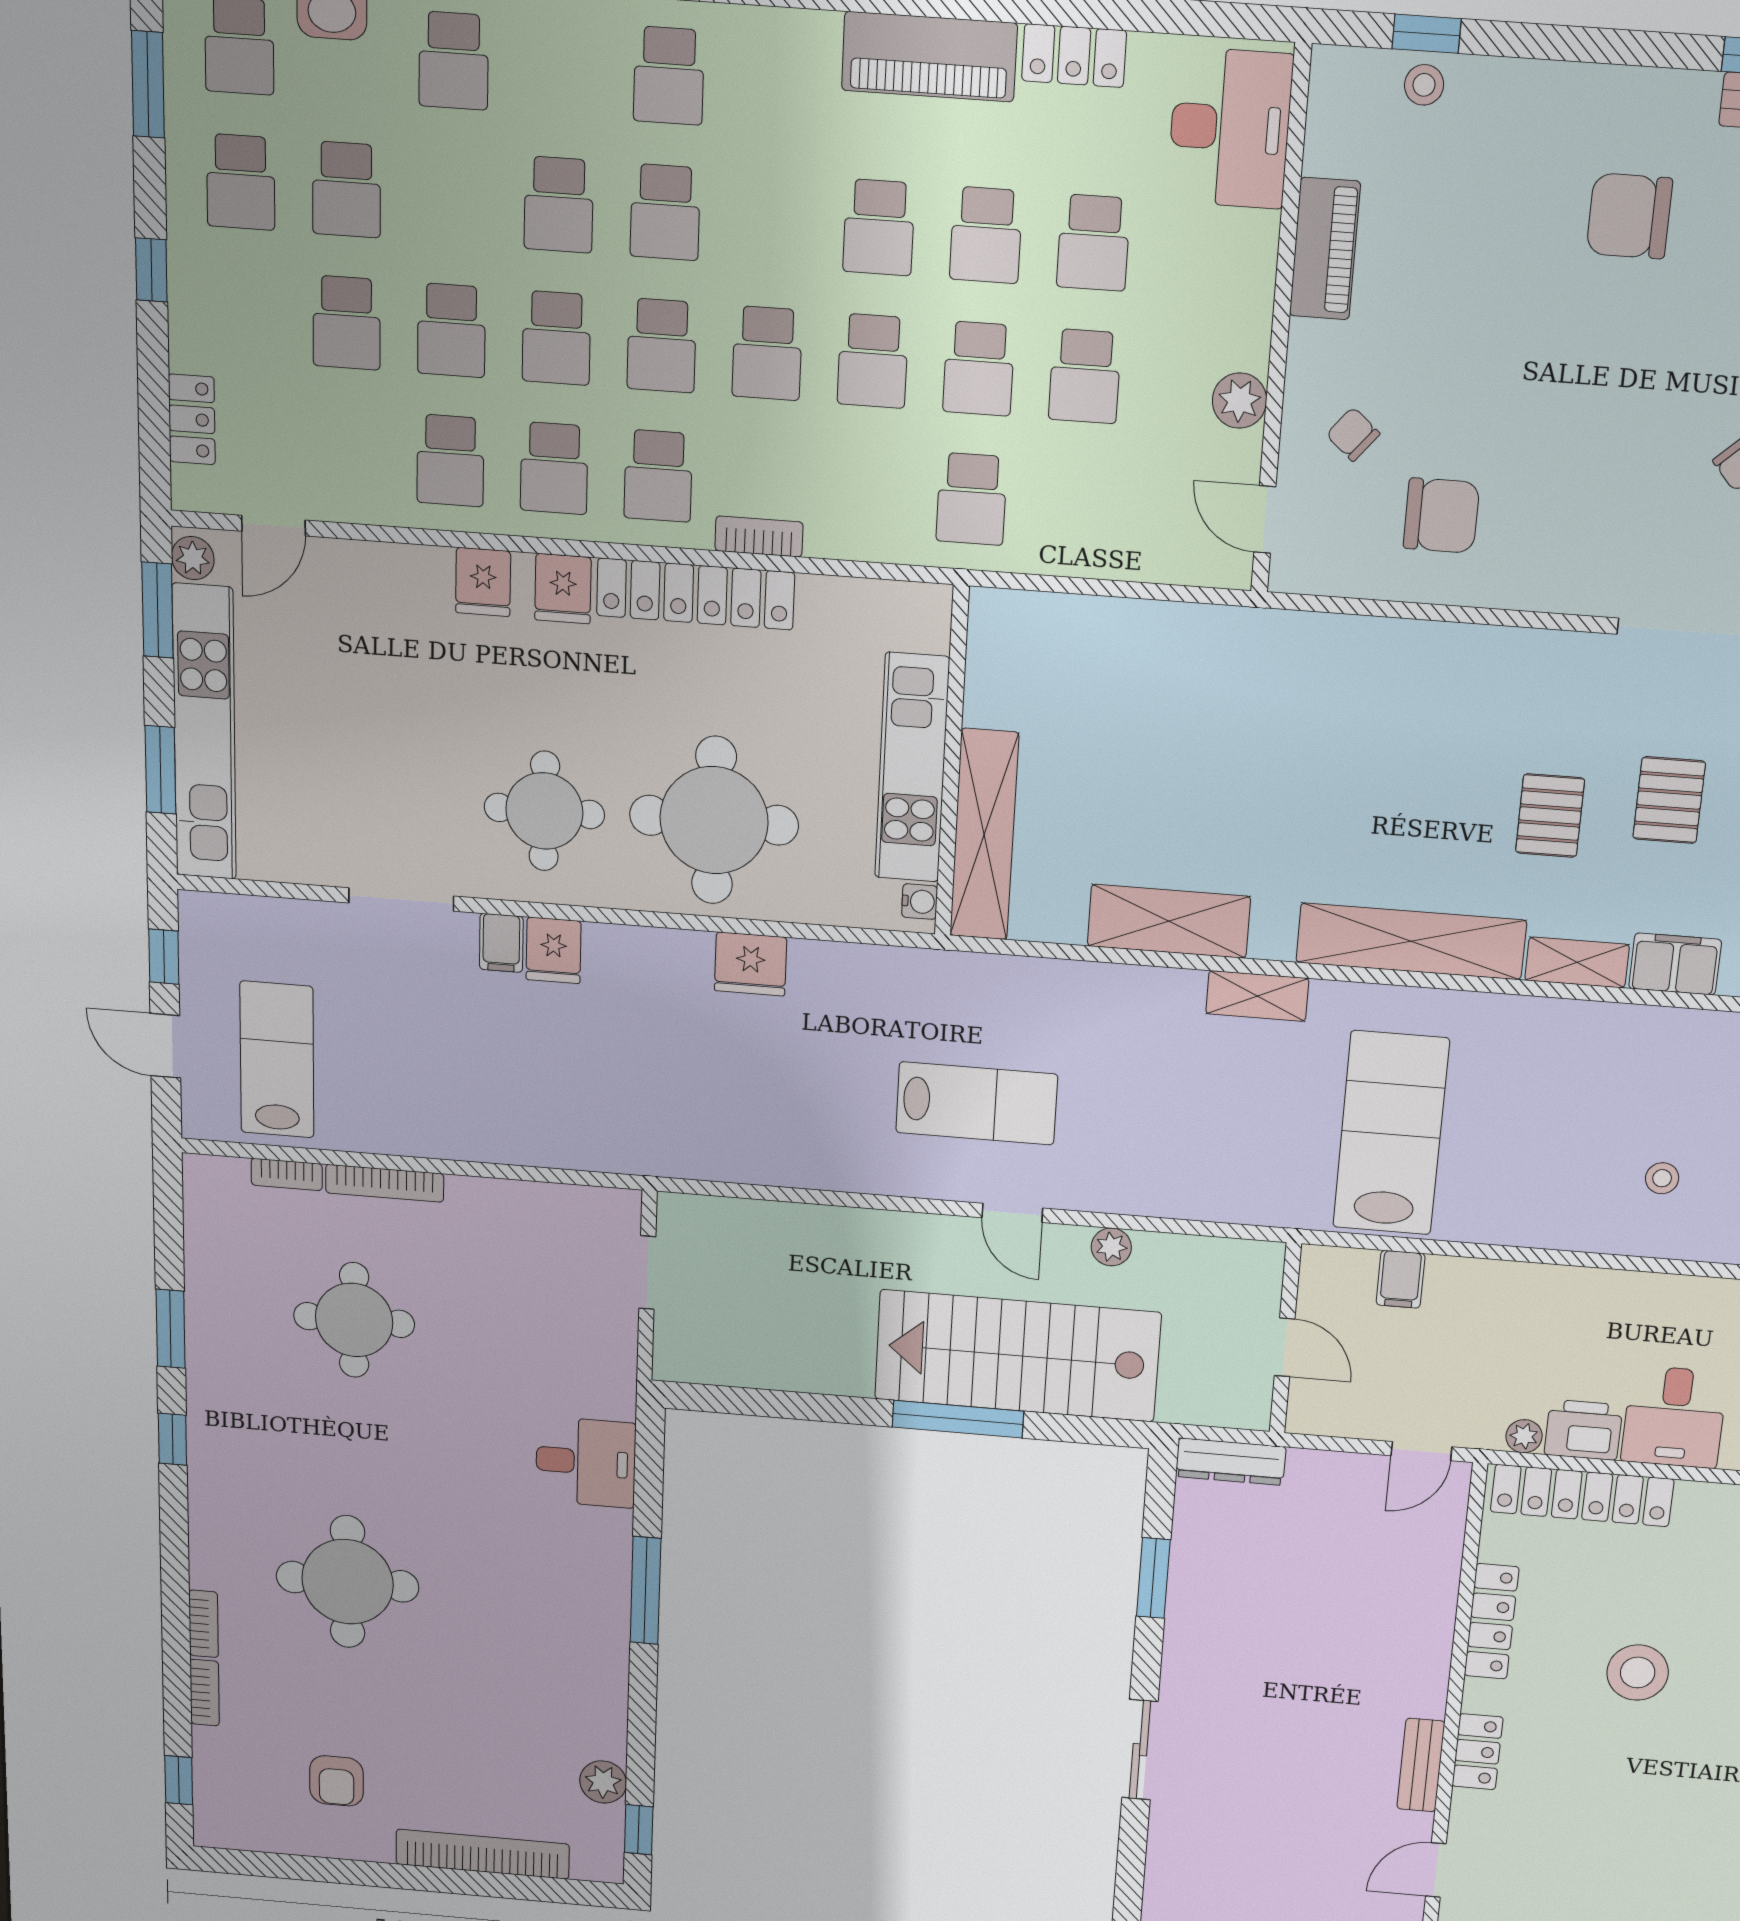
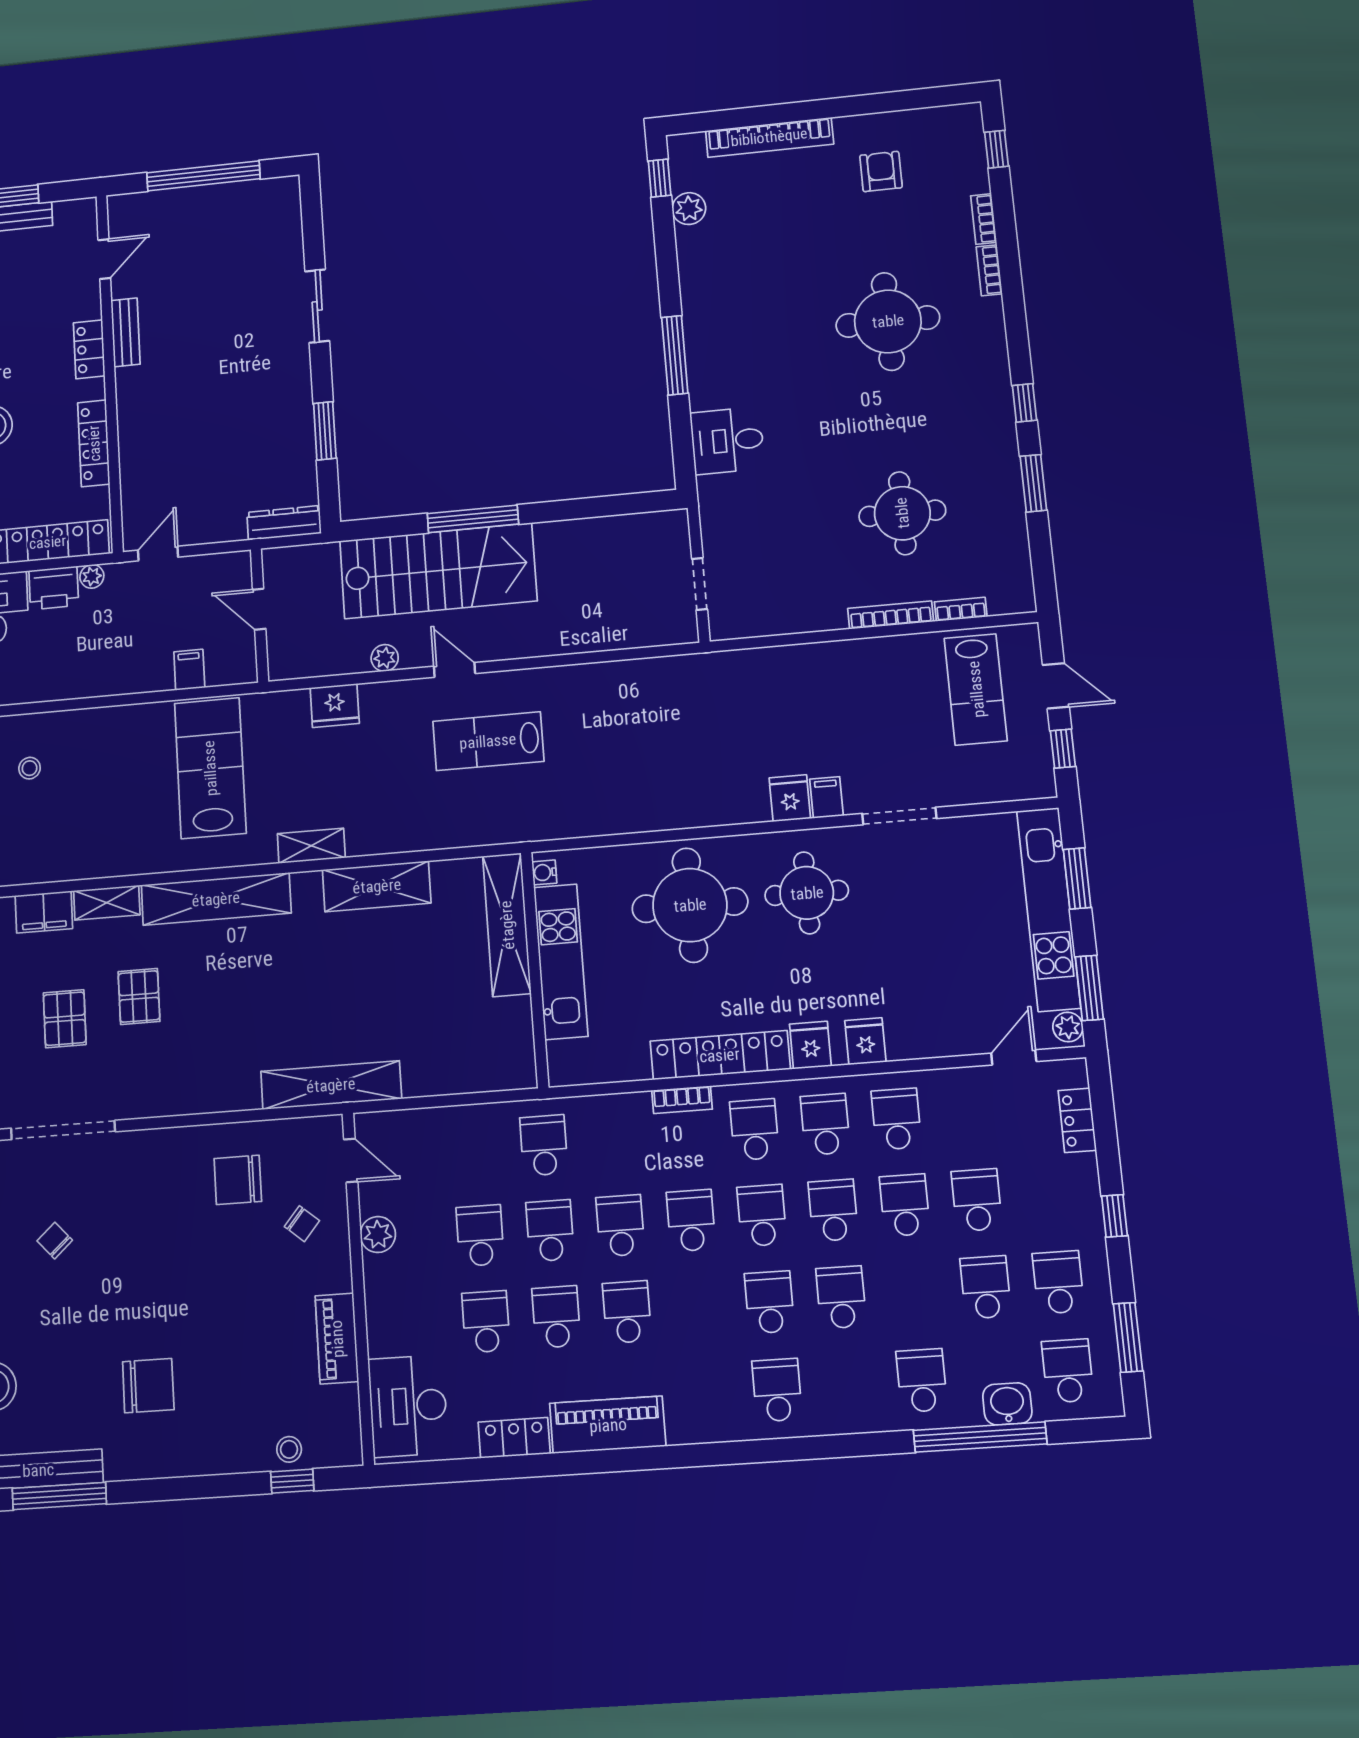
shelving: (1278, 638) -> (331, 1085), added
fridge: (751, 964) -> (335, 705), moved, turned 180
lab bench: (1391, 1133) -> (210, 768), turned 180

